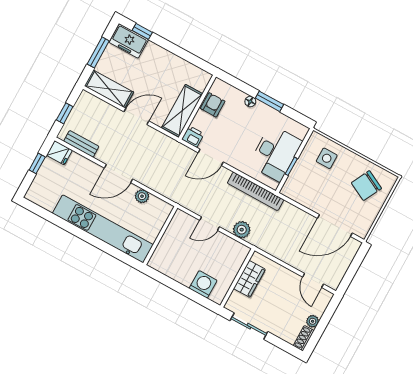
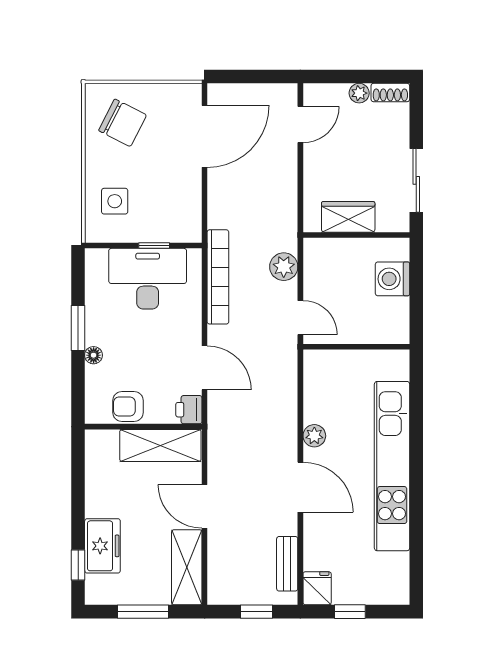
freezer: (129, 41) -> (102, 546), moved
door: (335, 226) -> (205, 136), hinge flipped
wall: (160, 236) -> (356, 347), moved

